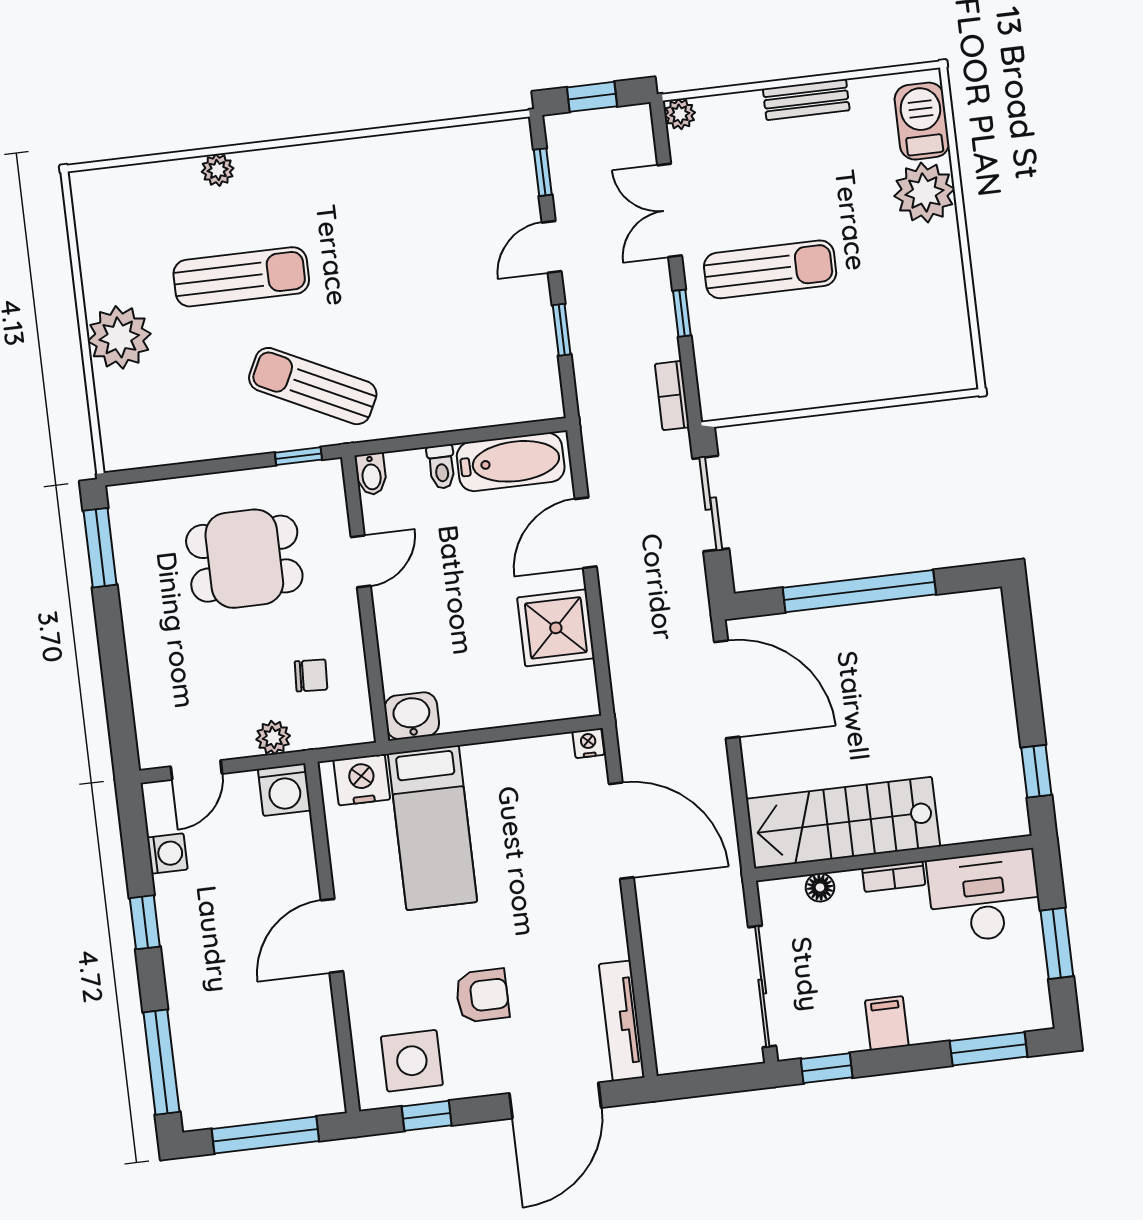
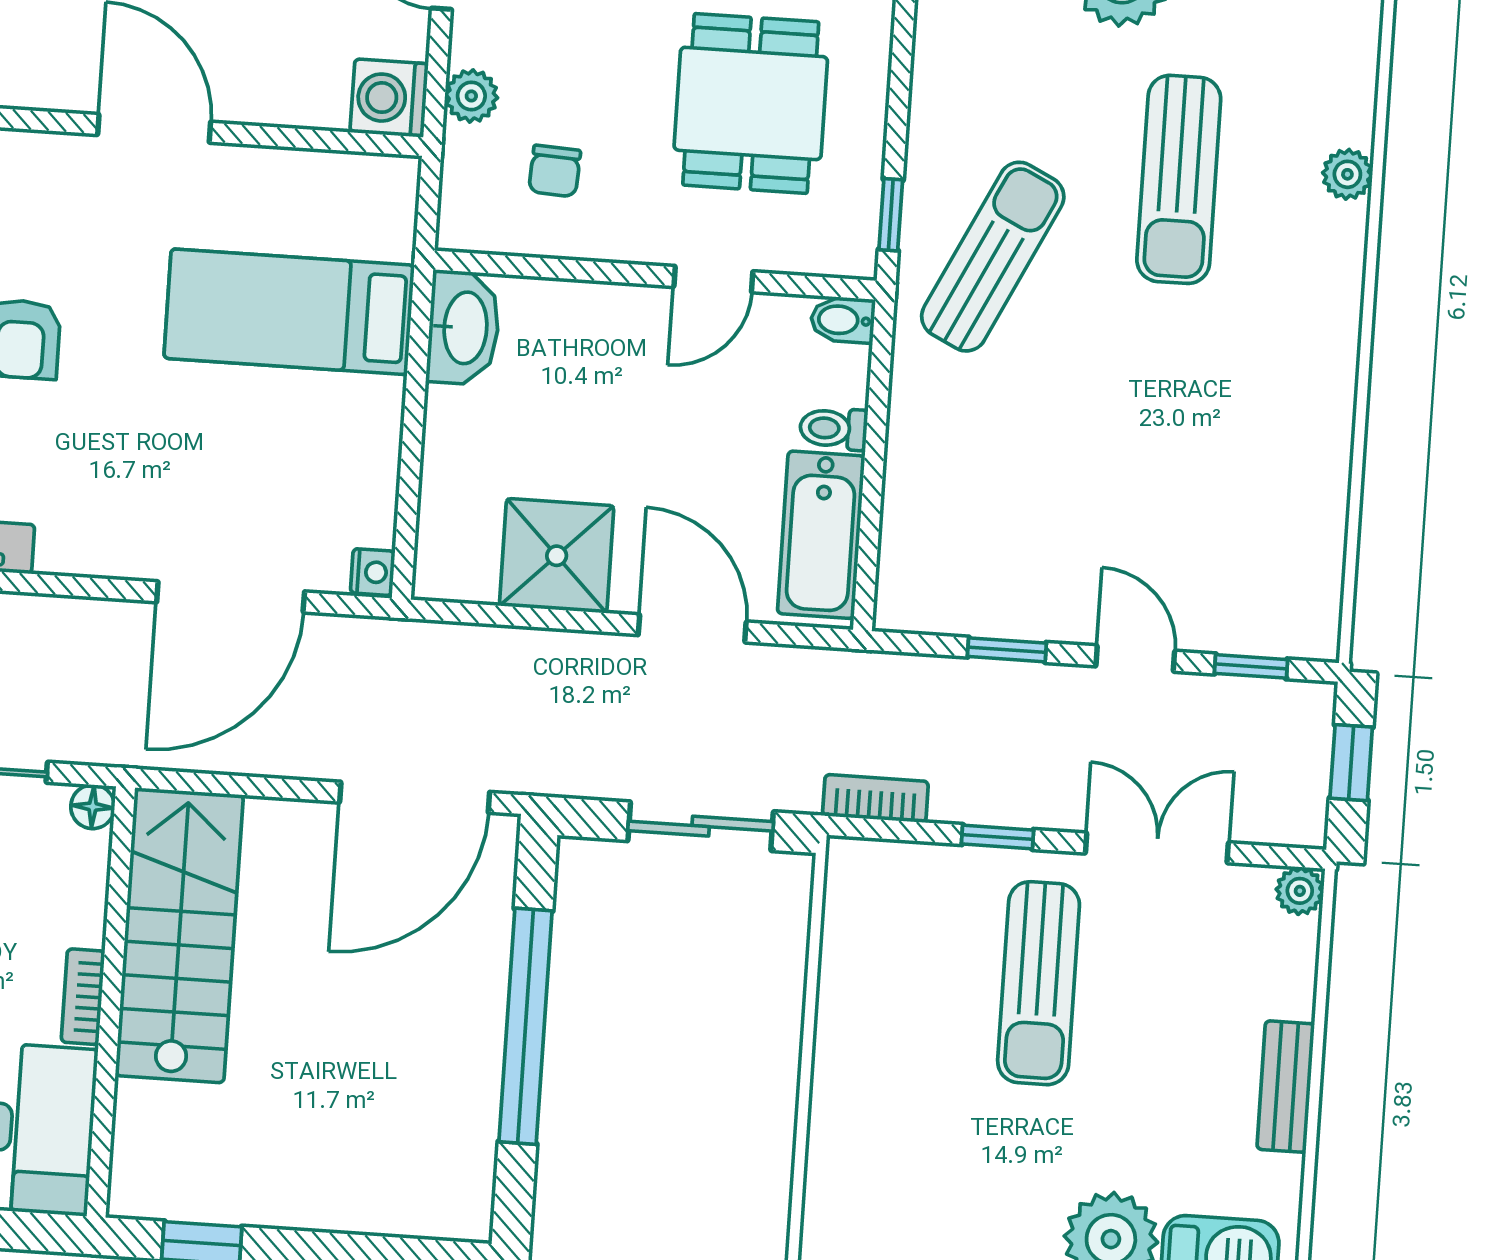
door: (361, 561) -> (713, 279), hinge flipped
washbasin: (412, 716) -> (463, 328), width x1.38
nightstand: (362, 780) -> (382, 218), removed
floor lamp: (820, 887) -> (93, 807), moved

